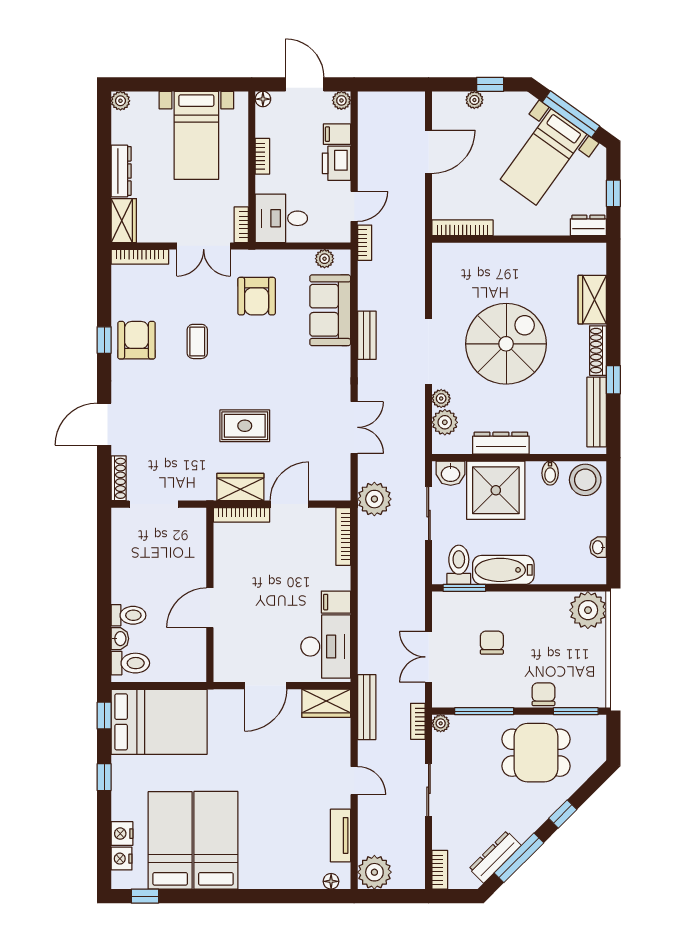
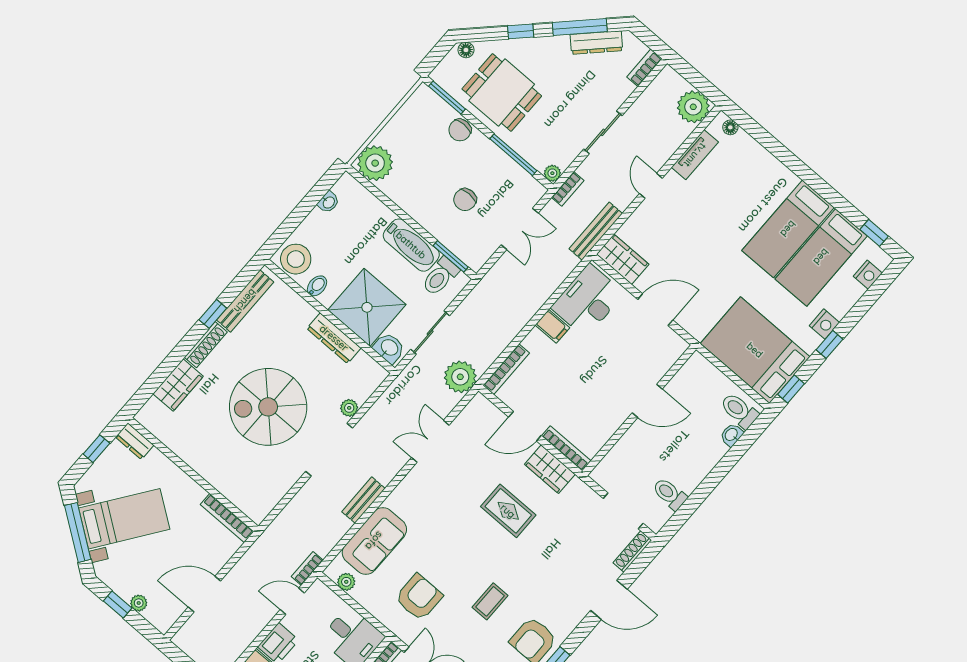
plant: (445, 422) -> (361, 388), removed
toilet: (128, 615) -> (670, 494), moved
floor lamp: (593, 762) -> (466, 50), added
nightstand: (122, 834) -> (824, 324), moved

